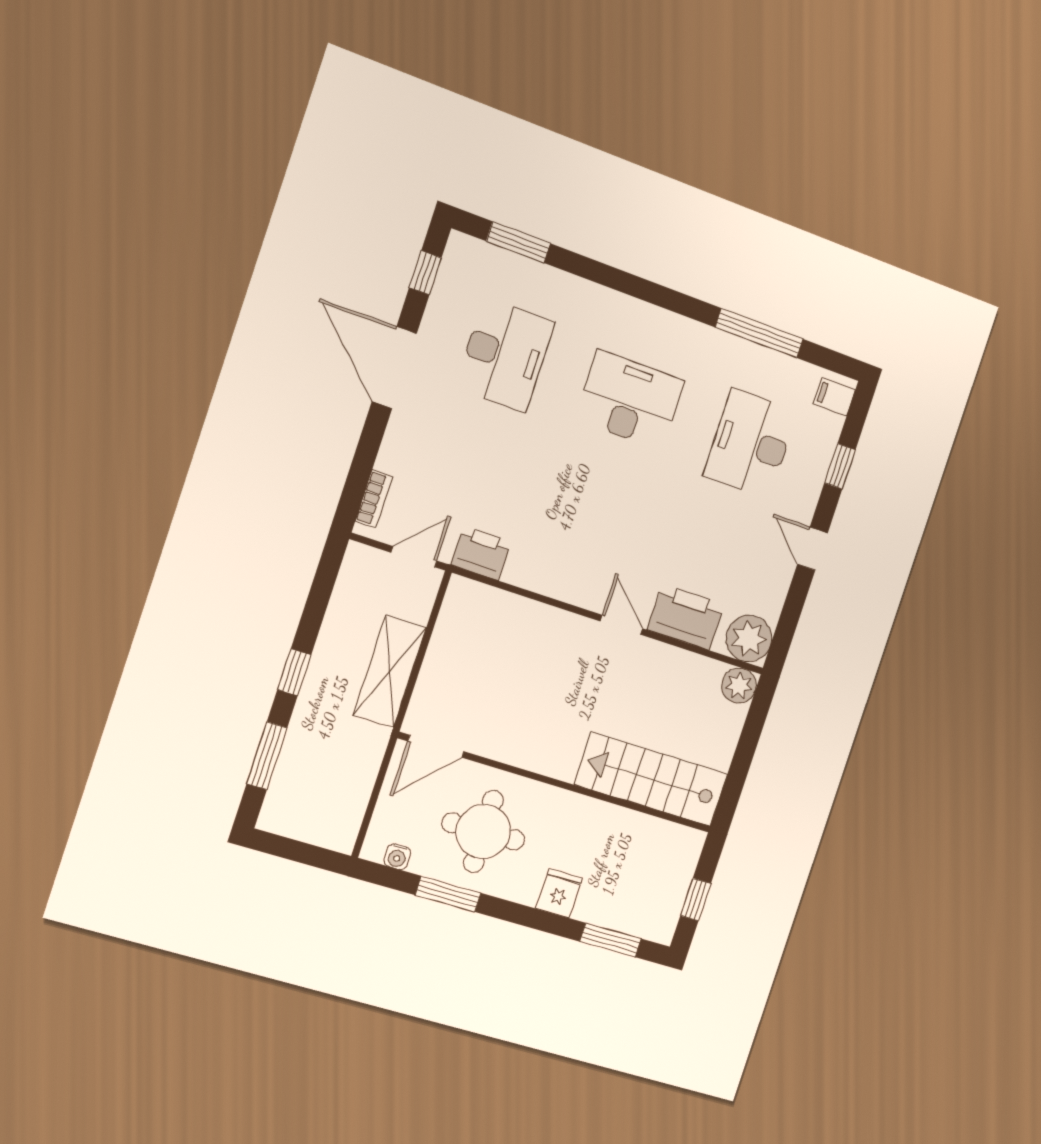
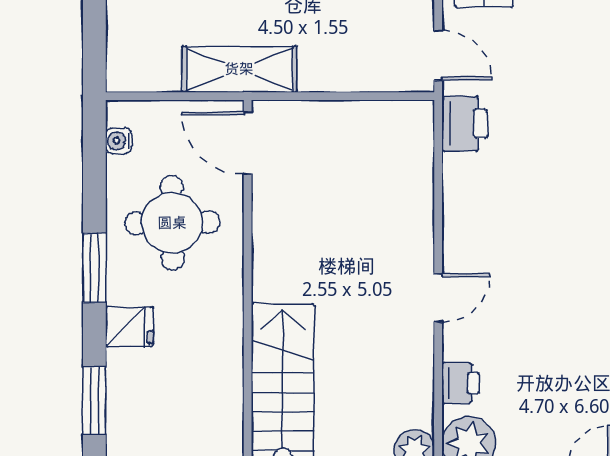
printer: (686, 617) -> (460, 383), width x0.53, depth x0.68
shelving: (390, 671) -> (239, 69), moved
window: (448, 894) -> (94, 268), moved

